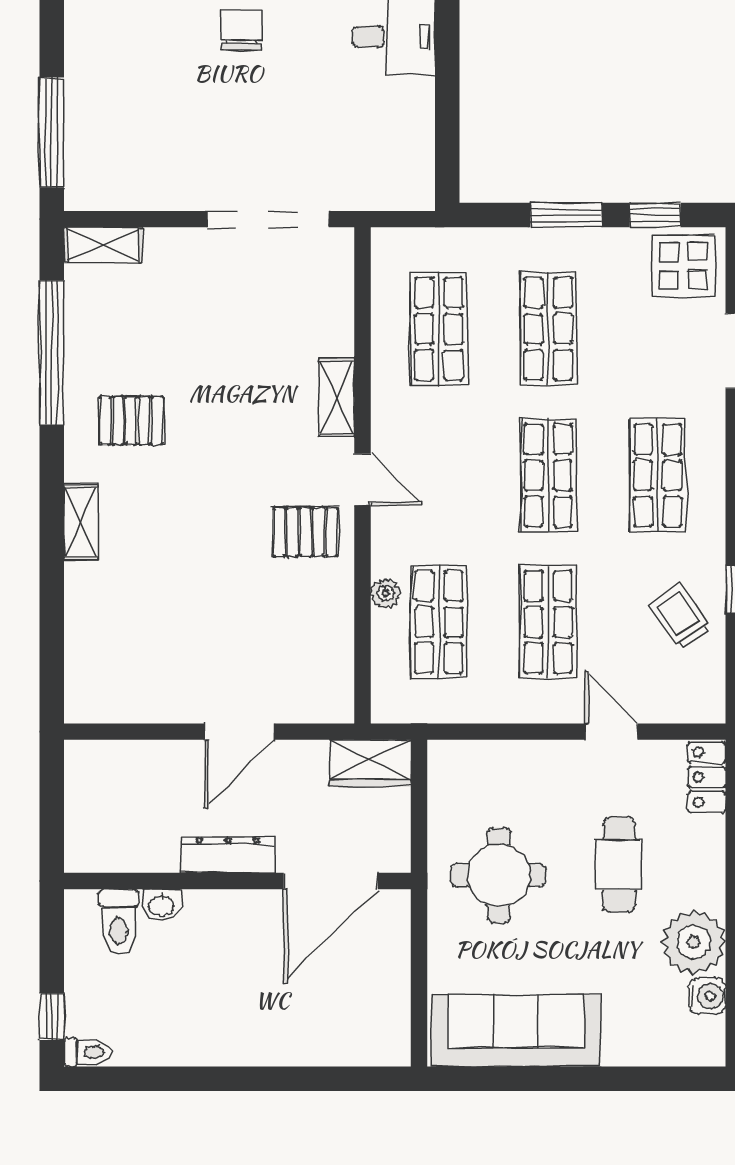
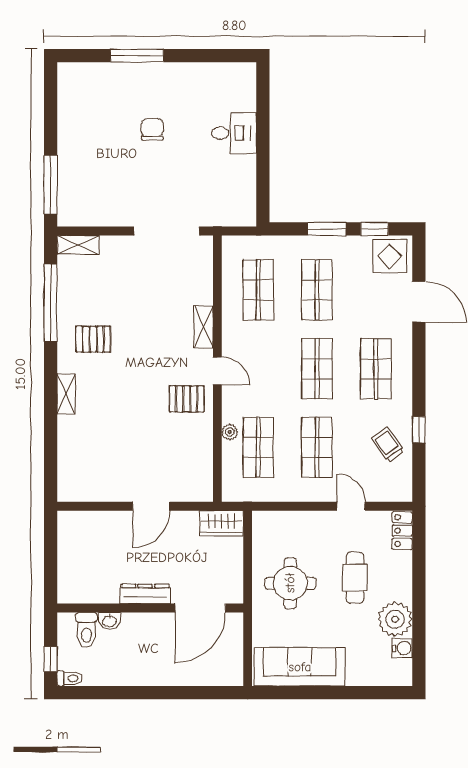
dresser: (228, 855) -> (145, 594), moved
wall: (237, 881) -> (150, 608), moved
door: (331, 881) -> (200, 608), moved
washbasin: (162, 905) -> (109, 621), moved
toilet: (119, 922) -> (86, 630), moved

